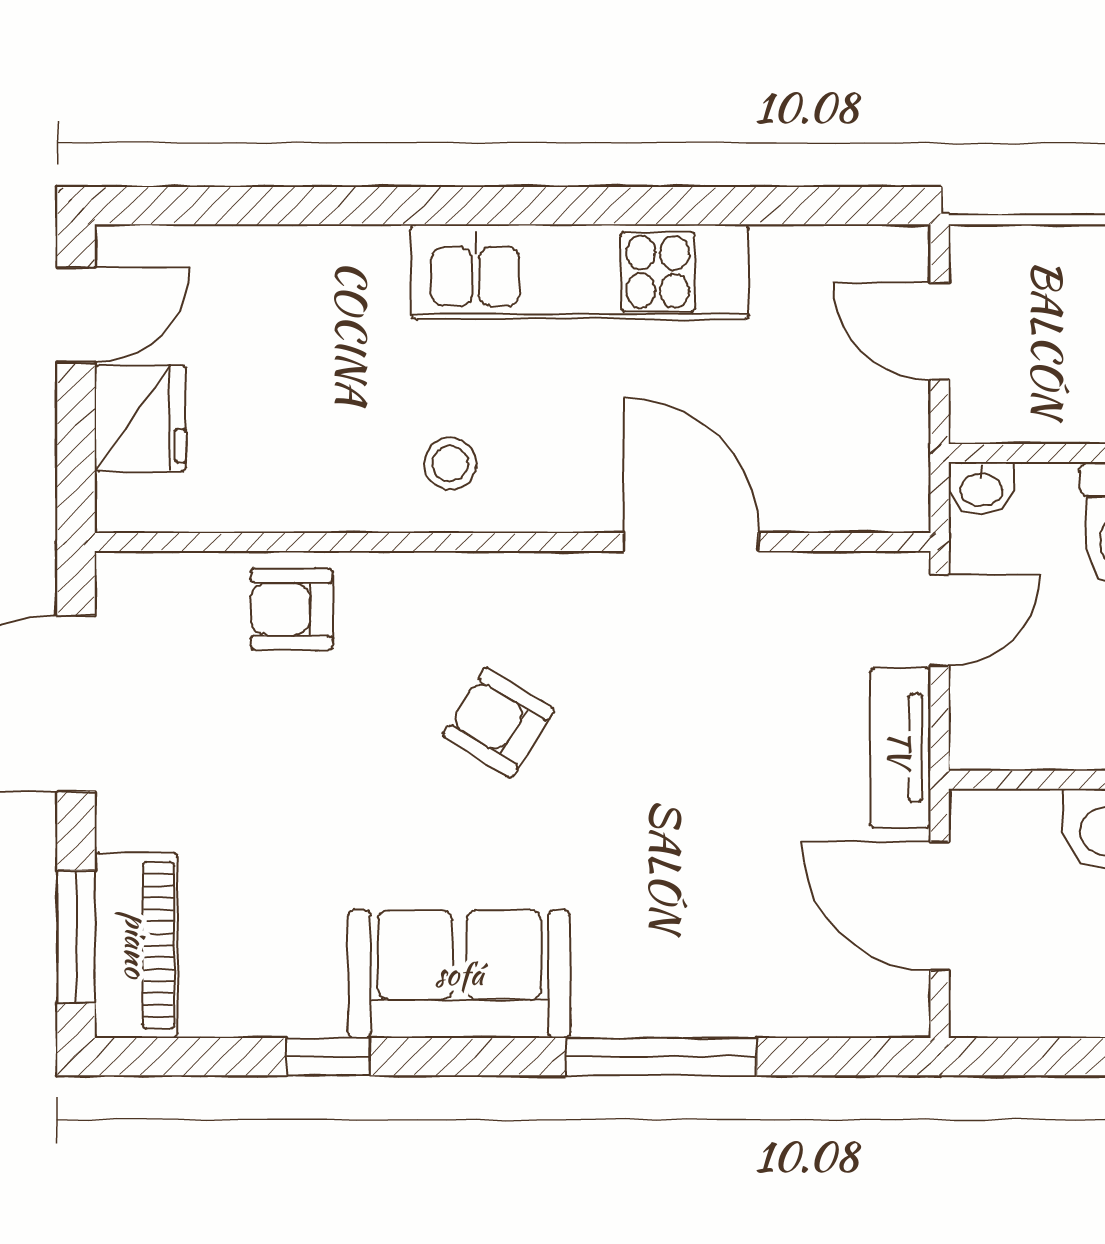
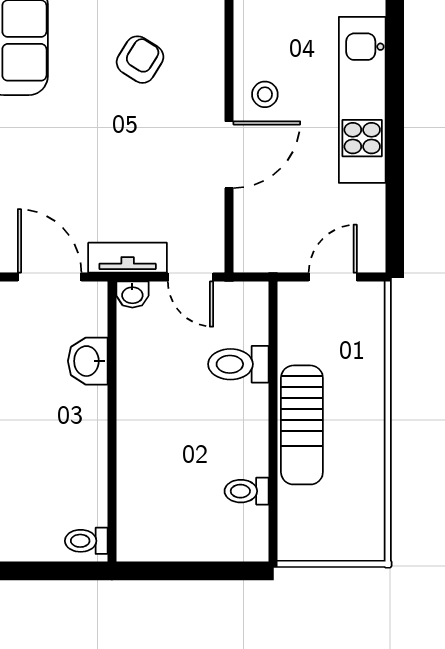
stool: (450, 464) -> (265, 94), moved
washbasin: (981, 488) -> (132, 294), moved, turned -90
door: (940, 906) -> (50, 277), hinge flipped

